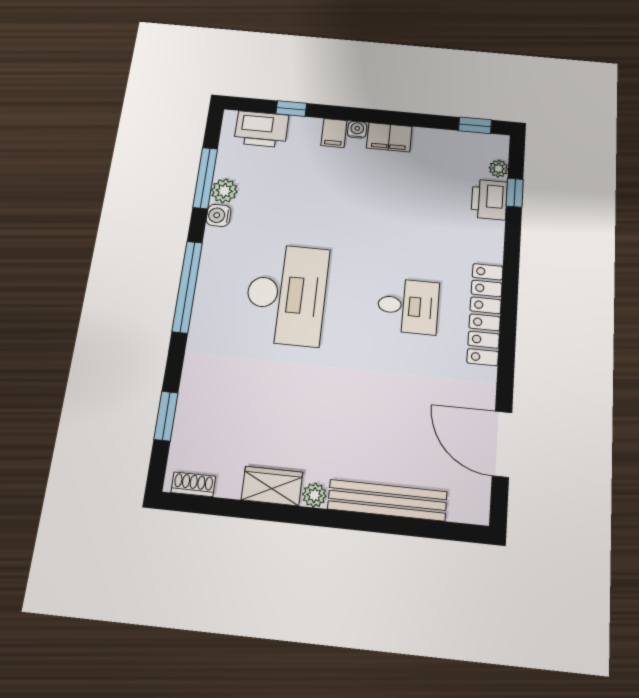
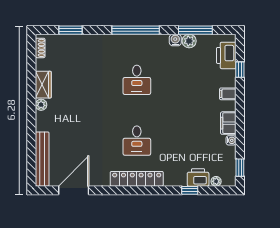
water cooler: (357, 130) -> (231, 140), moved
window: (515, 193) -> (190, 190), moved
desk: (286, 294) -> (137, 80), width x0.53, depth x0.77
bench: (387, 500) -> (42, 159), moved

